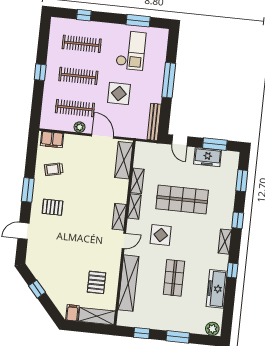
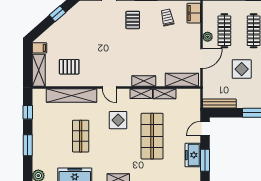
shelving: (119, 217) -> (144, 81), moved
shop shelf: (174, 278) -> (81, 136), turned 90

